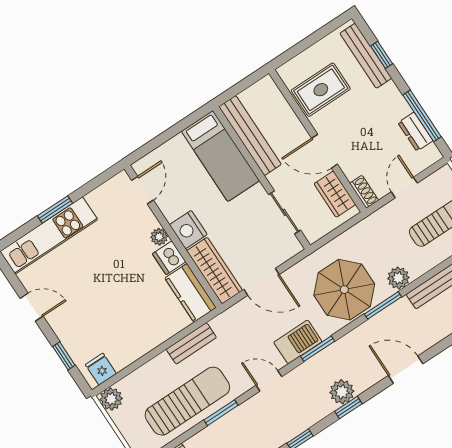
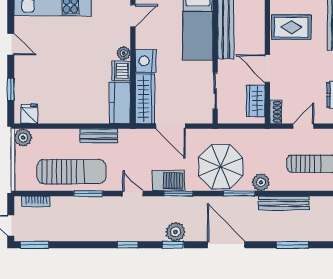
door: (406, 370) -> (226, 245), width x1.36

